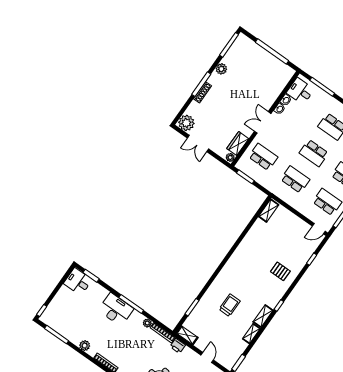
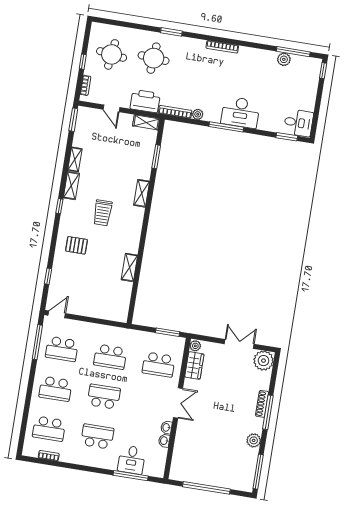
desk: (300, 91) -> (132, 460), moved, turned 90
shelving: (269, 211) -> (129, 267), moved
shelving: (215, 286) -> (142, 193), added
trolley: (230, 305) -> (103, 213), moved
plant: (85, 346) -> (284, 59), moved
printer: (178, 346) -> (145, 101), width x1.87, depth x1.48

